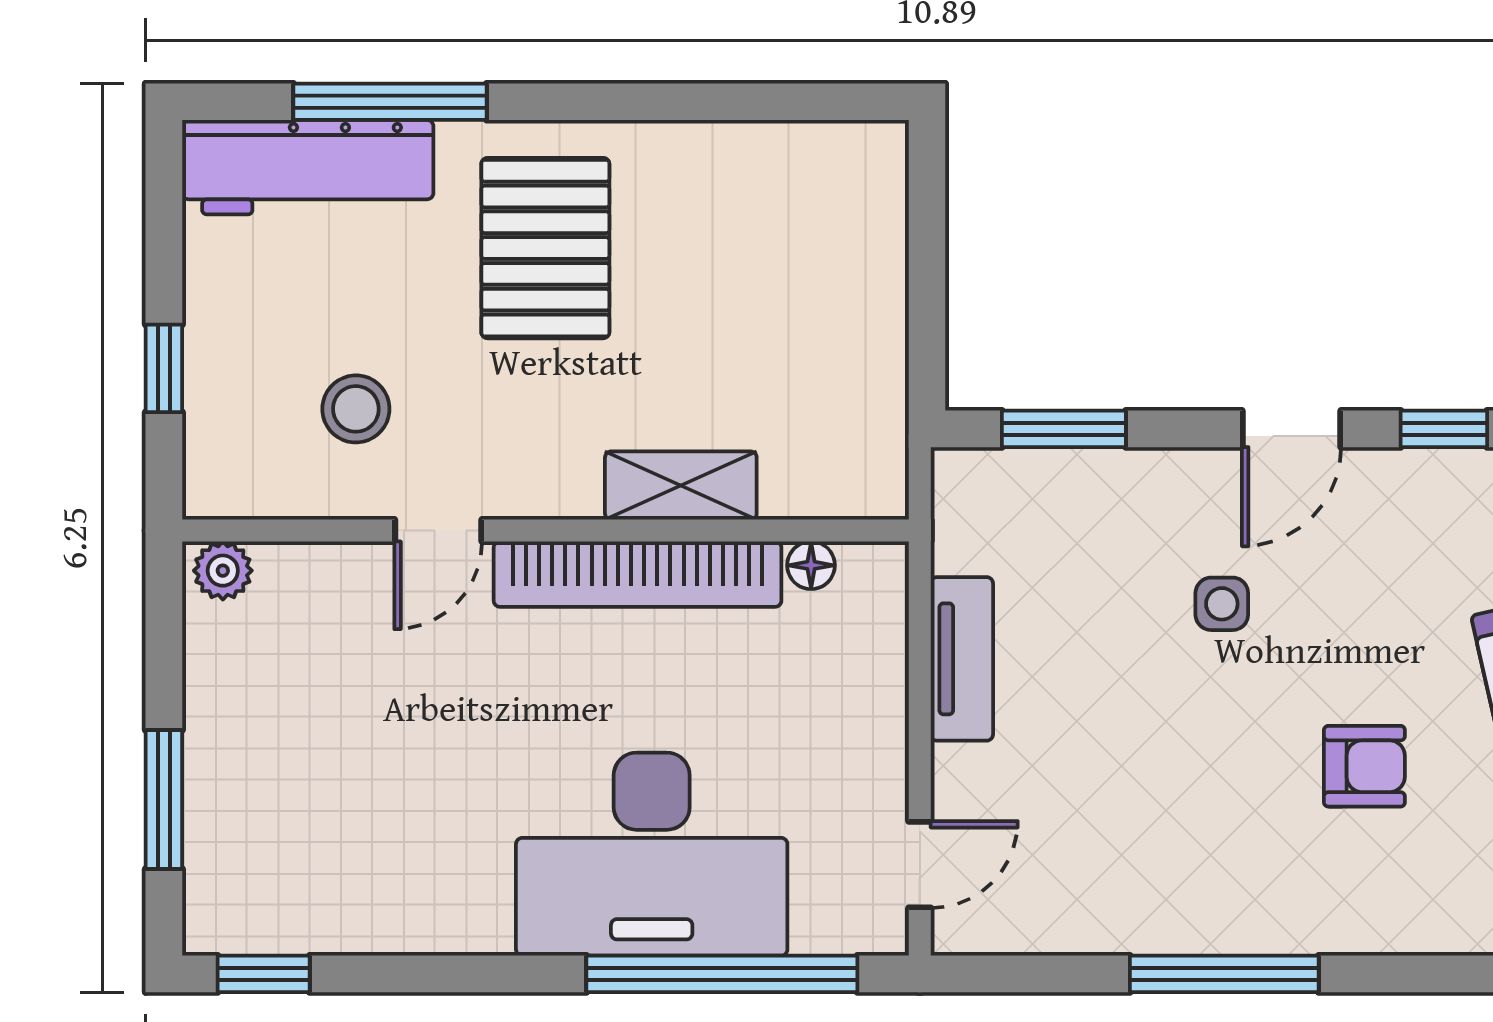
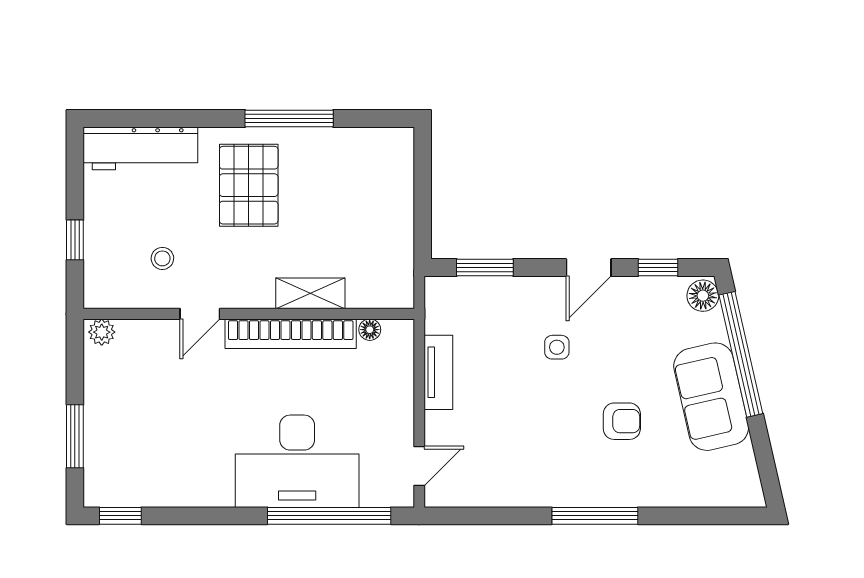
window: (390, 102) -> (289, 119), moved
stool: (356, 409) -> (162, 258), width x0.73, depth x0.73
window: (1224, 974) -> (595, 516), moved

